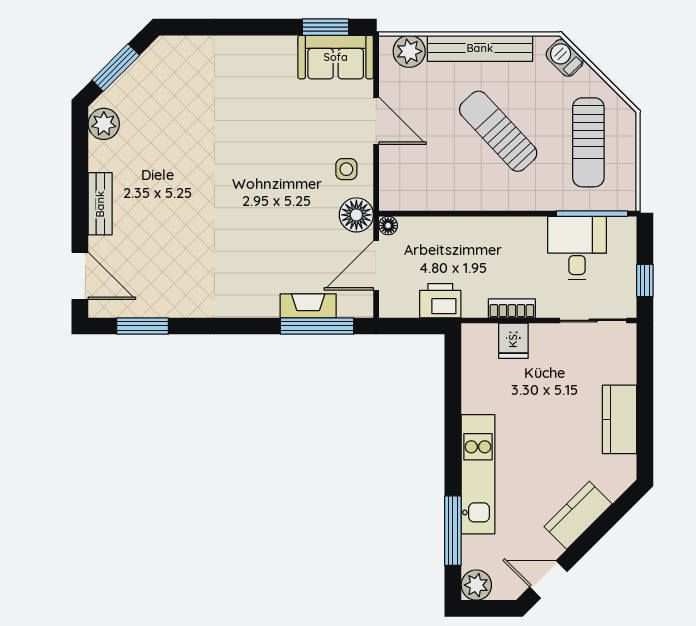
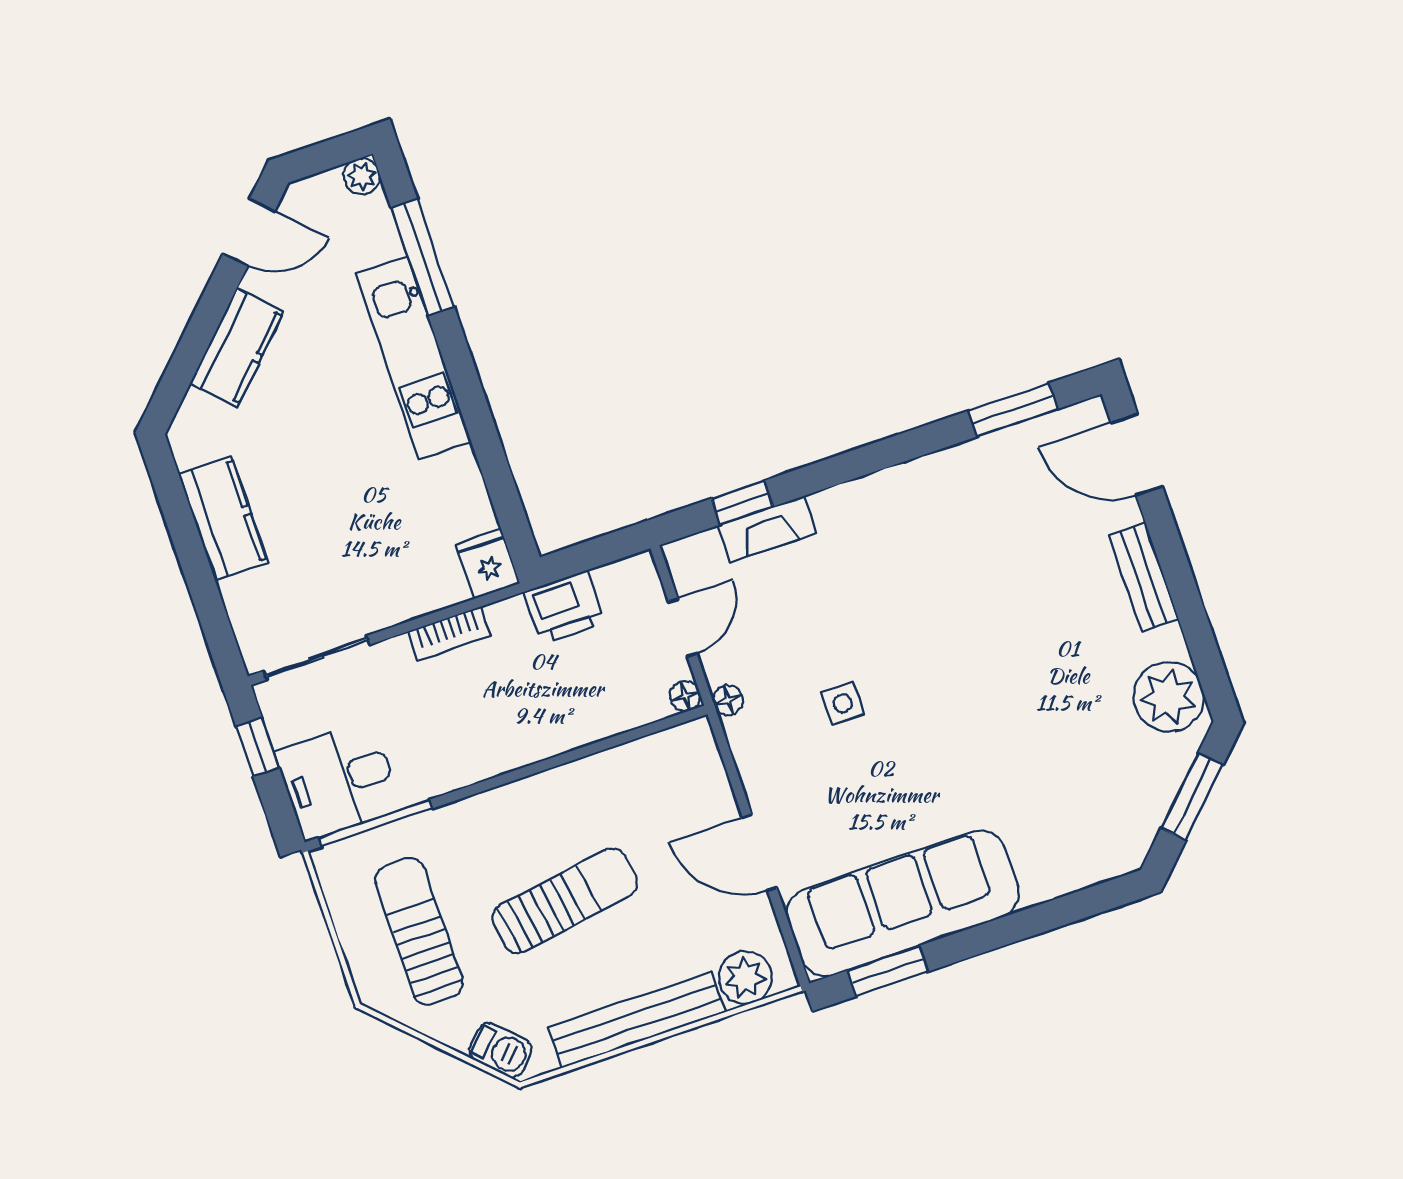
sofa: (336, 57) -> (903, 903), width x1.85, depth x1.27
plant: (104, 124) -> (1169, 697), width x1.36, depth x1.36
sun lounger: (498, 131) -> (565, 901), turned -56
side table: (346, 169) -> (843, 703), moved
floor lamp: (356, 215) -> (728, 700), width x0.53, depth x0.53
desk: (577, 248) -> (338, 780), moved, turned 90
door: (376, 266) -> (683, 628), width x0.73
window: (317, 326) -> (742, 503), width x0.46
fridge: (513, 341) -> (488, 564), moved
plant: (476, 585) -> (362, 176), width x0.73, depth x0.73

